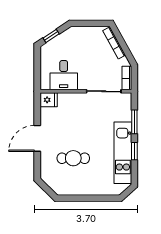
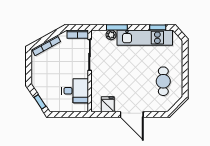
fridge: (49, 100) -> (108, 104), moved
plant: (126, 115) -> (111, 35), added
window: (134, 151) -> (158, 27), moved
cafe table: (73, 158) -> (163, 81), moved

